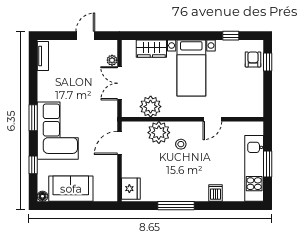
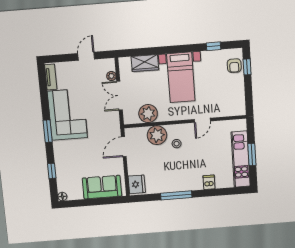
armchair: (253, 59) -> (234, 66), turned 180
corner sofa: (58, 131) -> (67, 115), moved
sofa: (71, 189) -> (102, 187), moved

